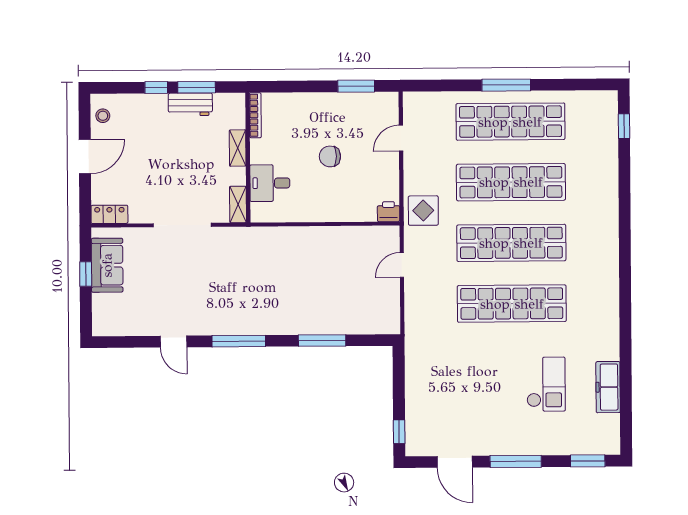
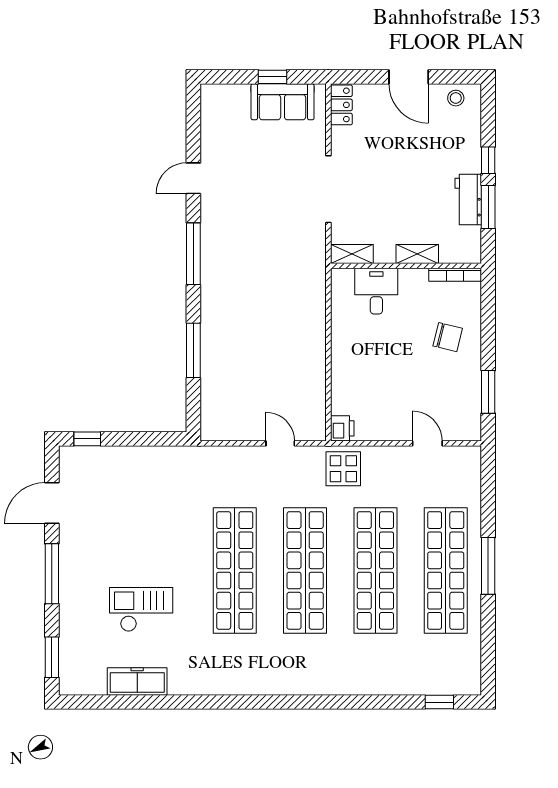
chair: (330, 156) -> (448, 337), moved, turned 104
checkout: (546, 384) -> (141, 610), turned 180

